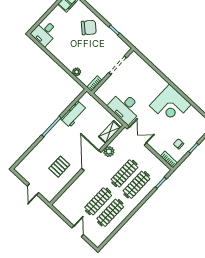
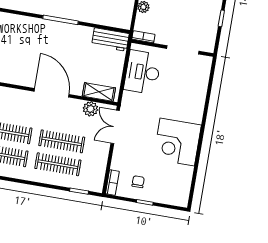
desk: (125, 107) -> (143, 72), moved
workbench: (74, 114) -> (110, 40), moved
double door: (137, 136) -> (115, 127), swing flipped
plant: (109, 152) -> (90, 109), moved
door: (91, 160) -> (52, 93), hinge flipped
pallet: (59, 167) -> (20, 60), removed

